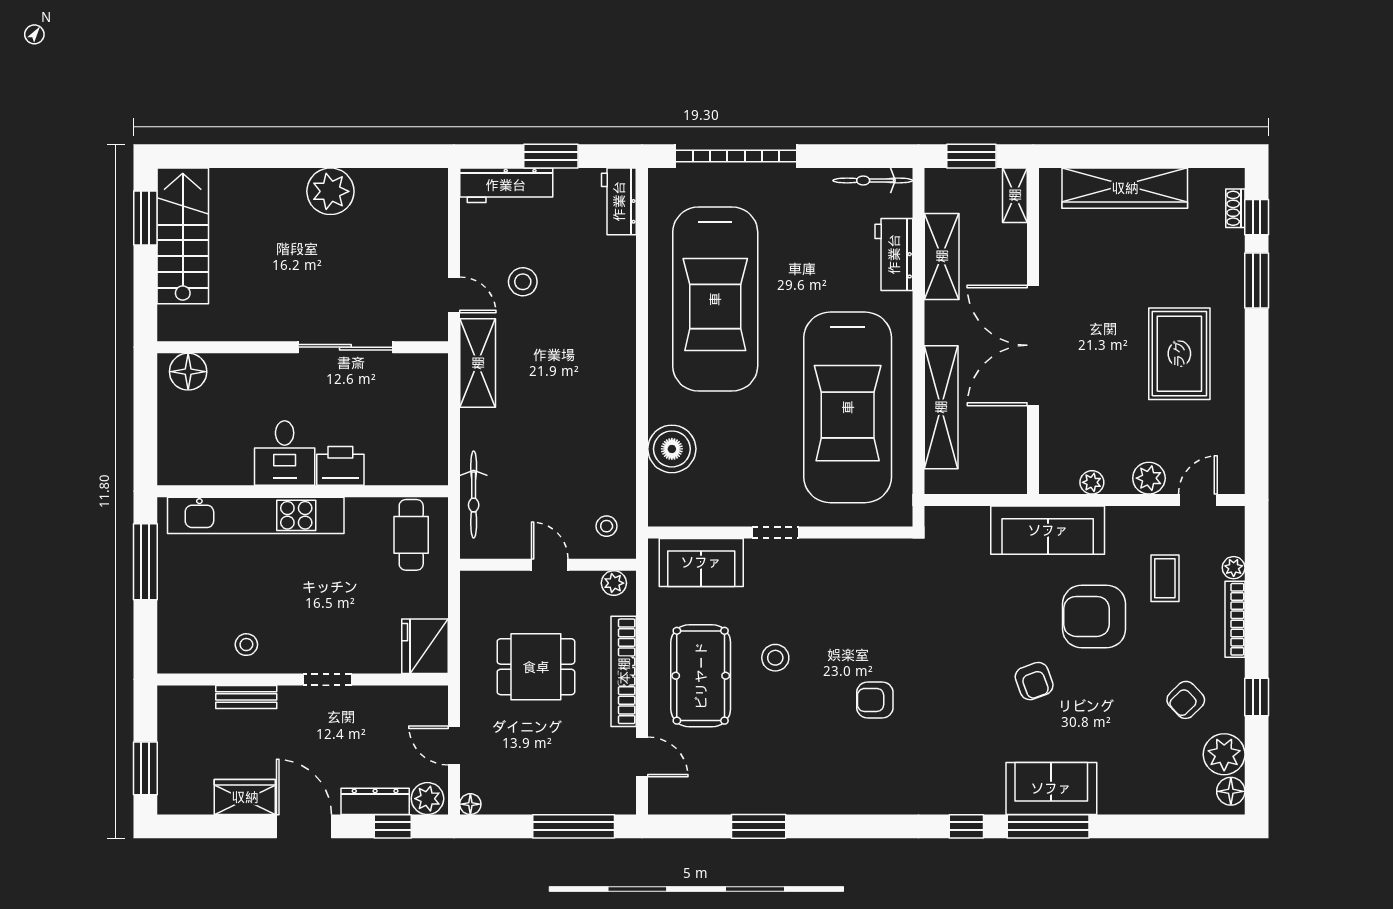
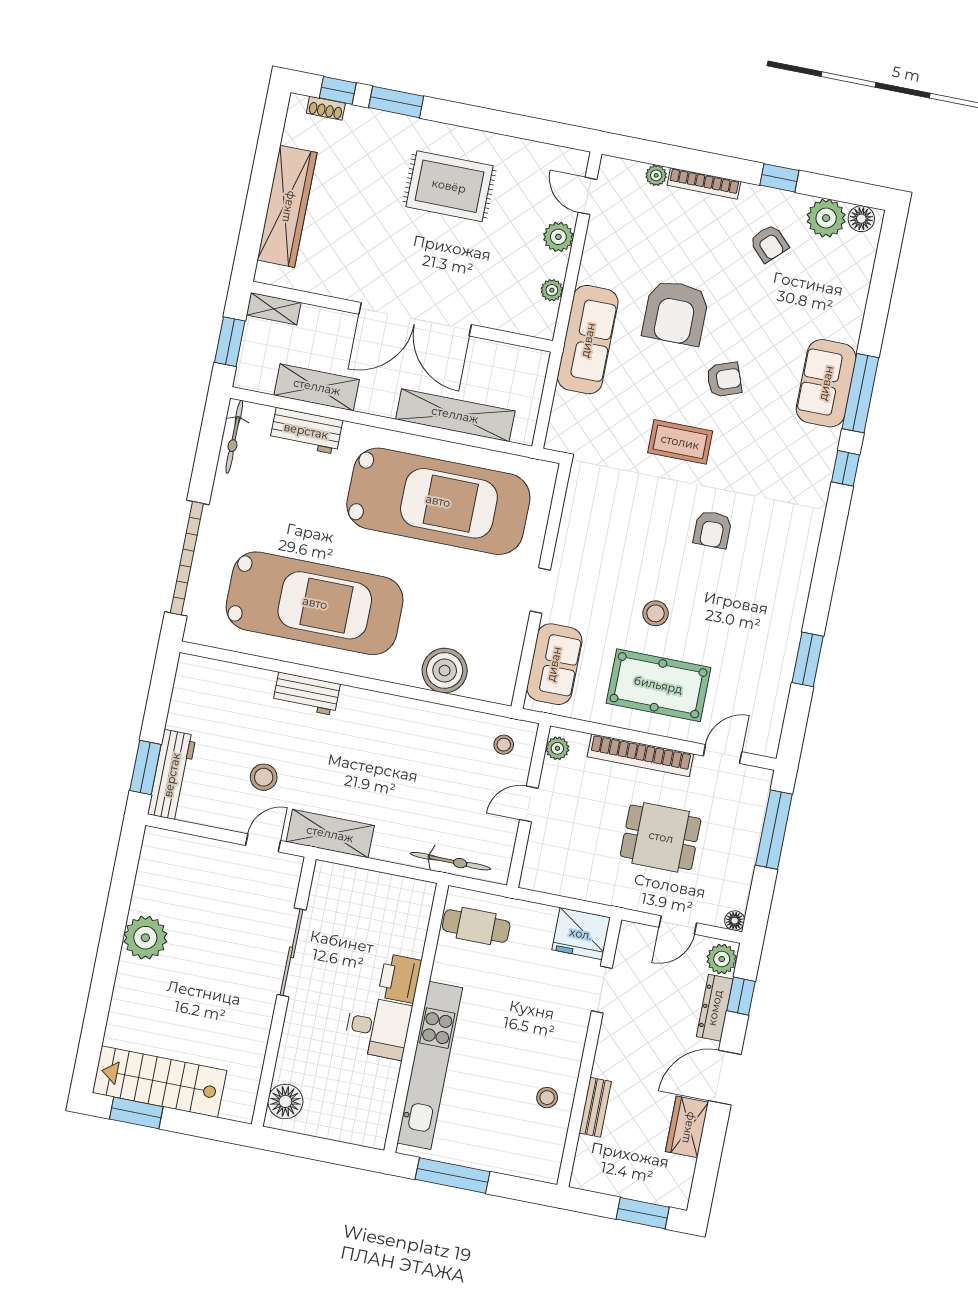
window: (551, 156) -> (145, 767), moved
workbench: (619, 201) -> (306, 694), moved
coffee table: (1165, 578) -> (680, 442), moved, width x1.36, depth x1.30
dining table: (536, 667) -> (661, 837), moved, turned 90
doorway: (327, 679) -> (602, 989), moved

